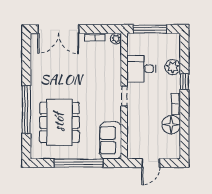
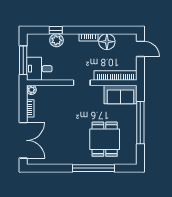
desk: (141, 69) -> (39, 69), moved, turned 90
window: (184, 82) -> (56, 30), moved
dining table: (59, 122) -> (105, 139), width x0.73
bookcase: (132, 135) -> (115, 76), added
door: (151, 163) -> (140, 49), moved

